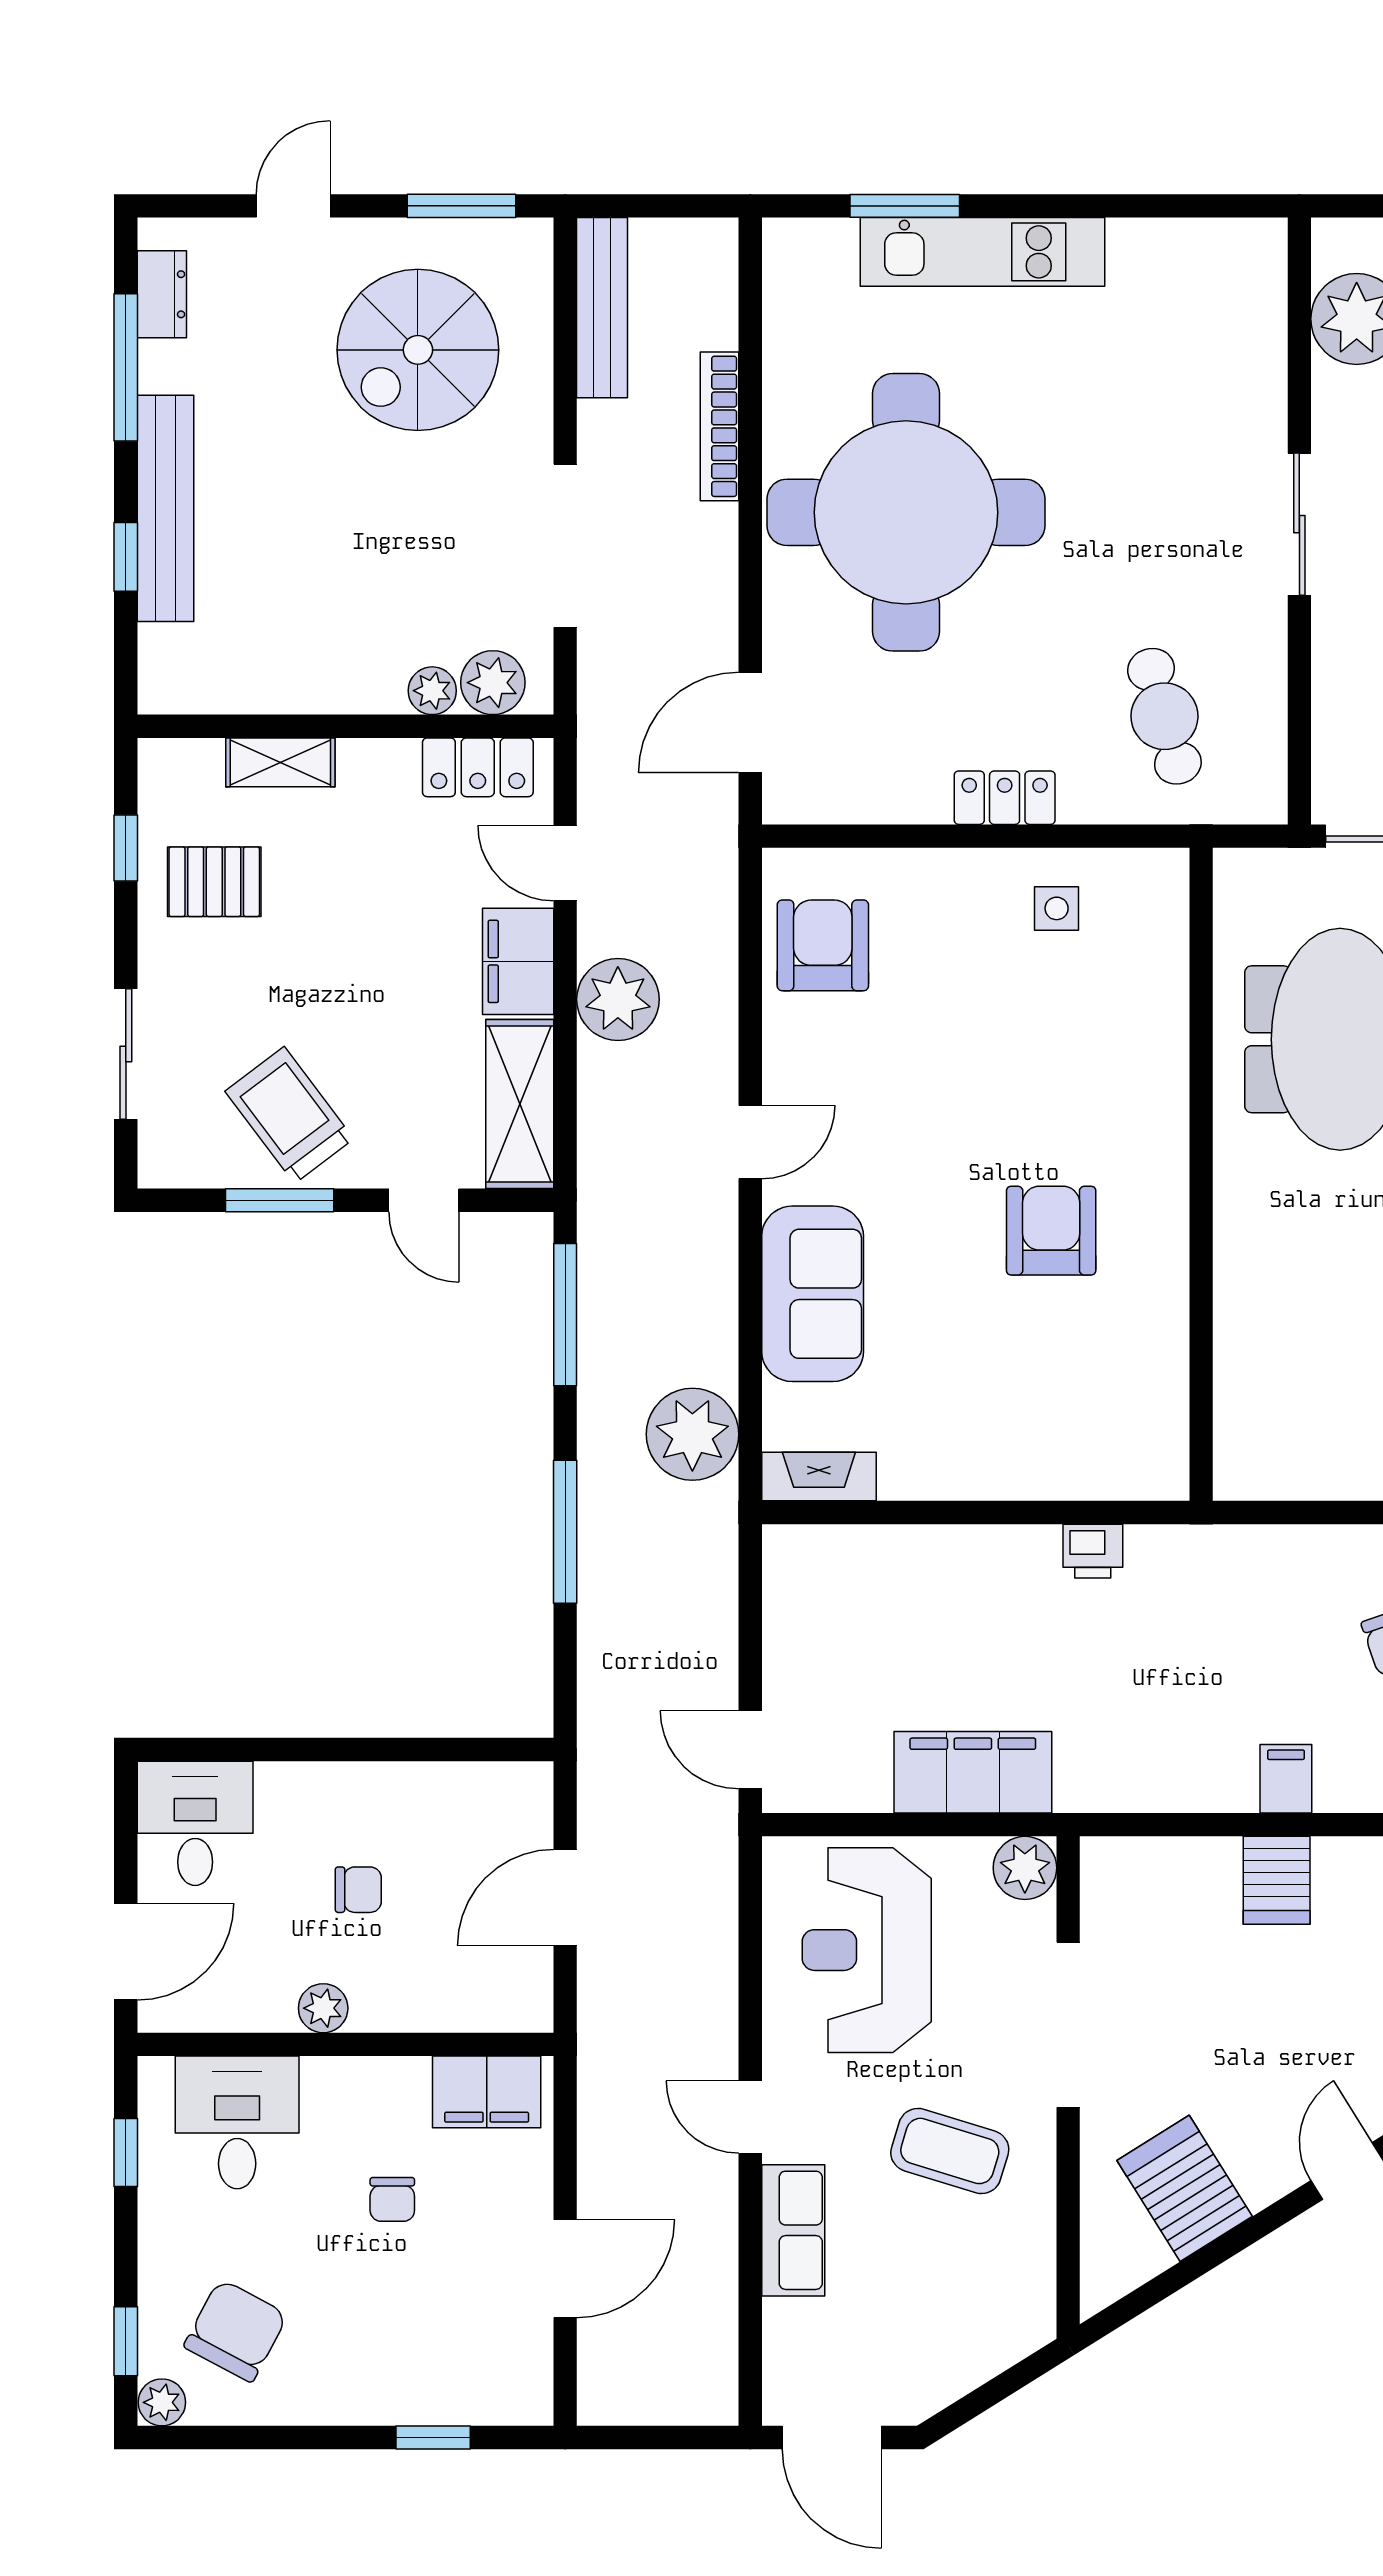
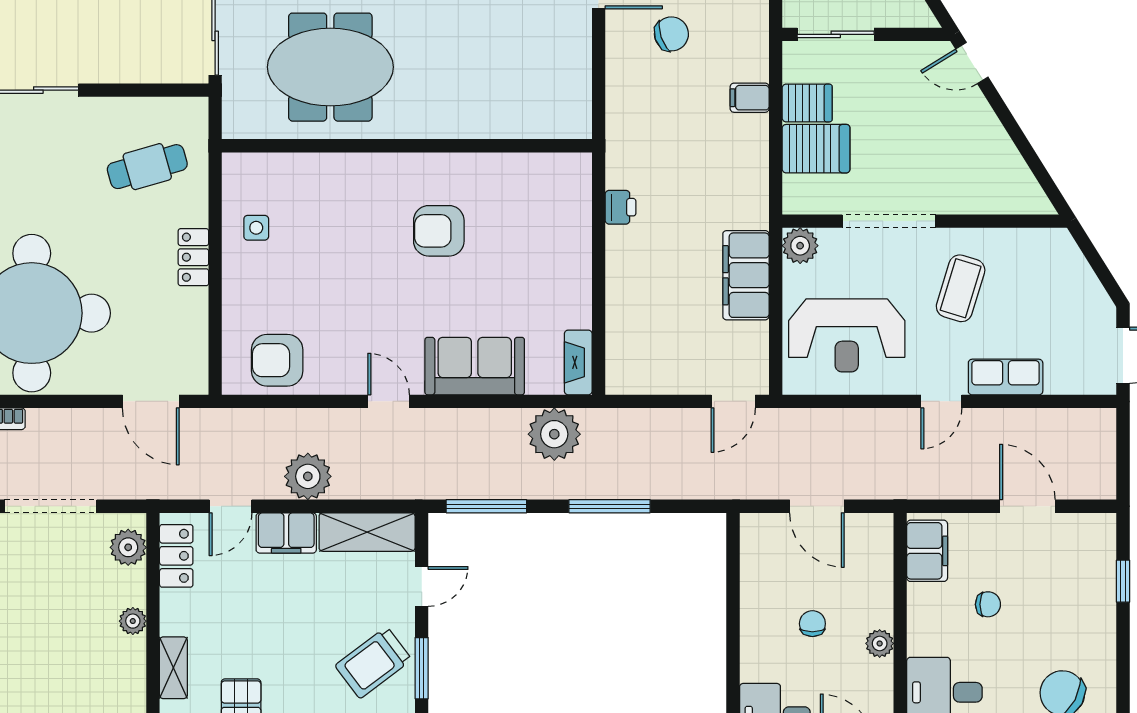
plant: (432, 691) -> (133, 621), moved
server rack: (1185, 2188) -> (816, 149), moved, turned -148

